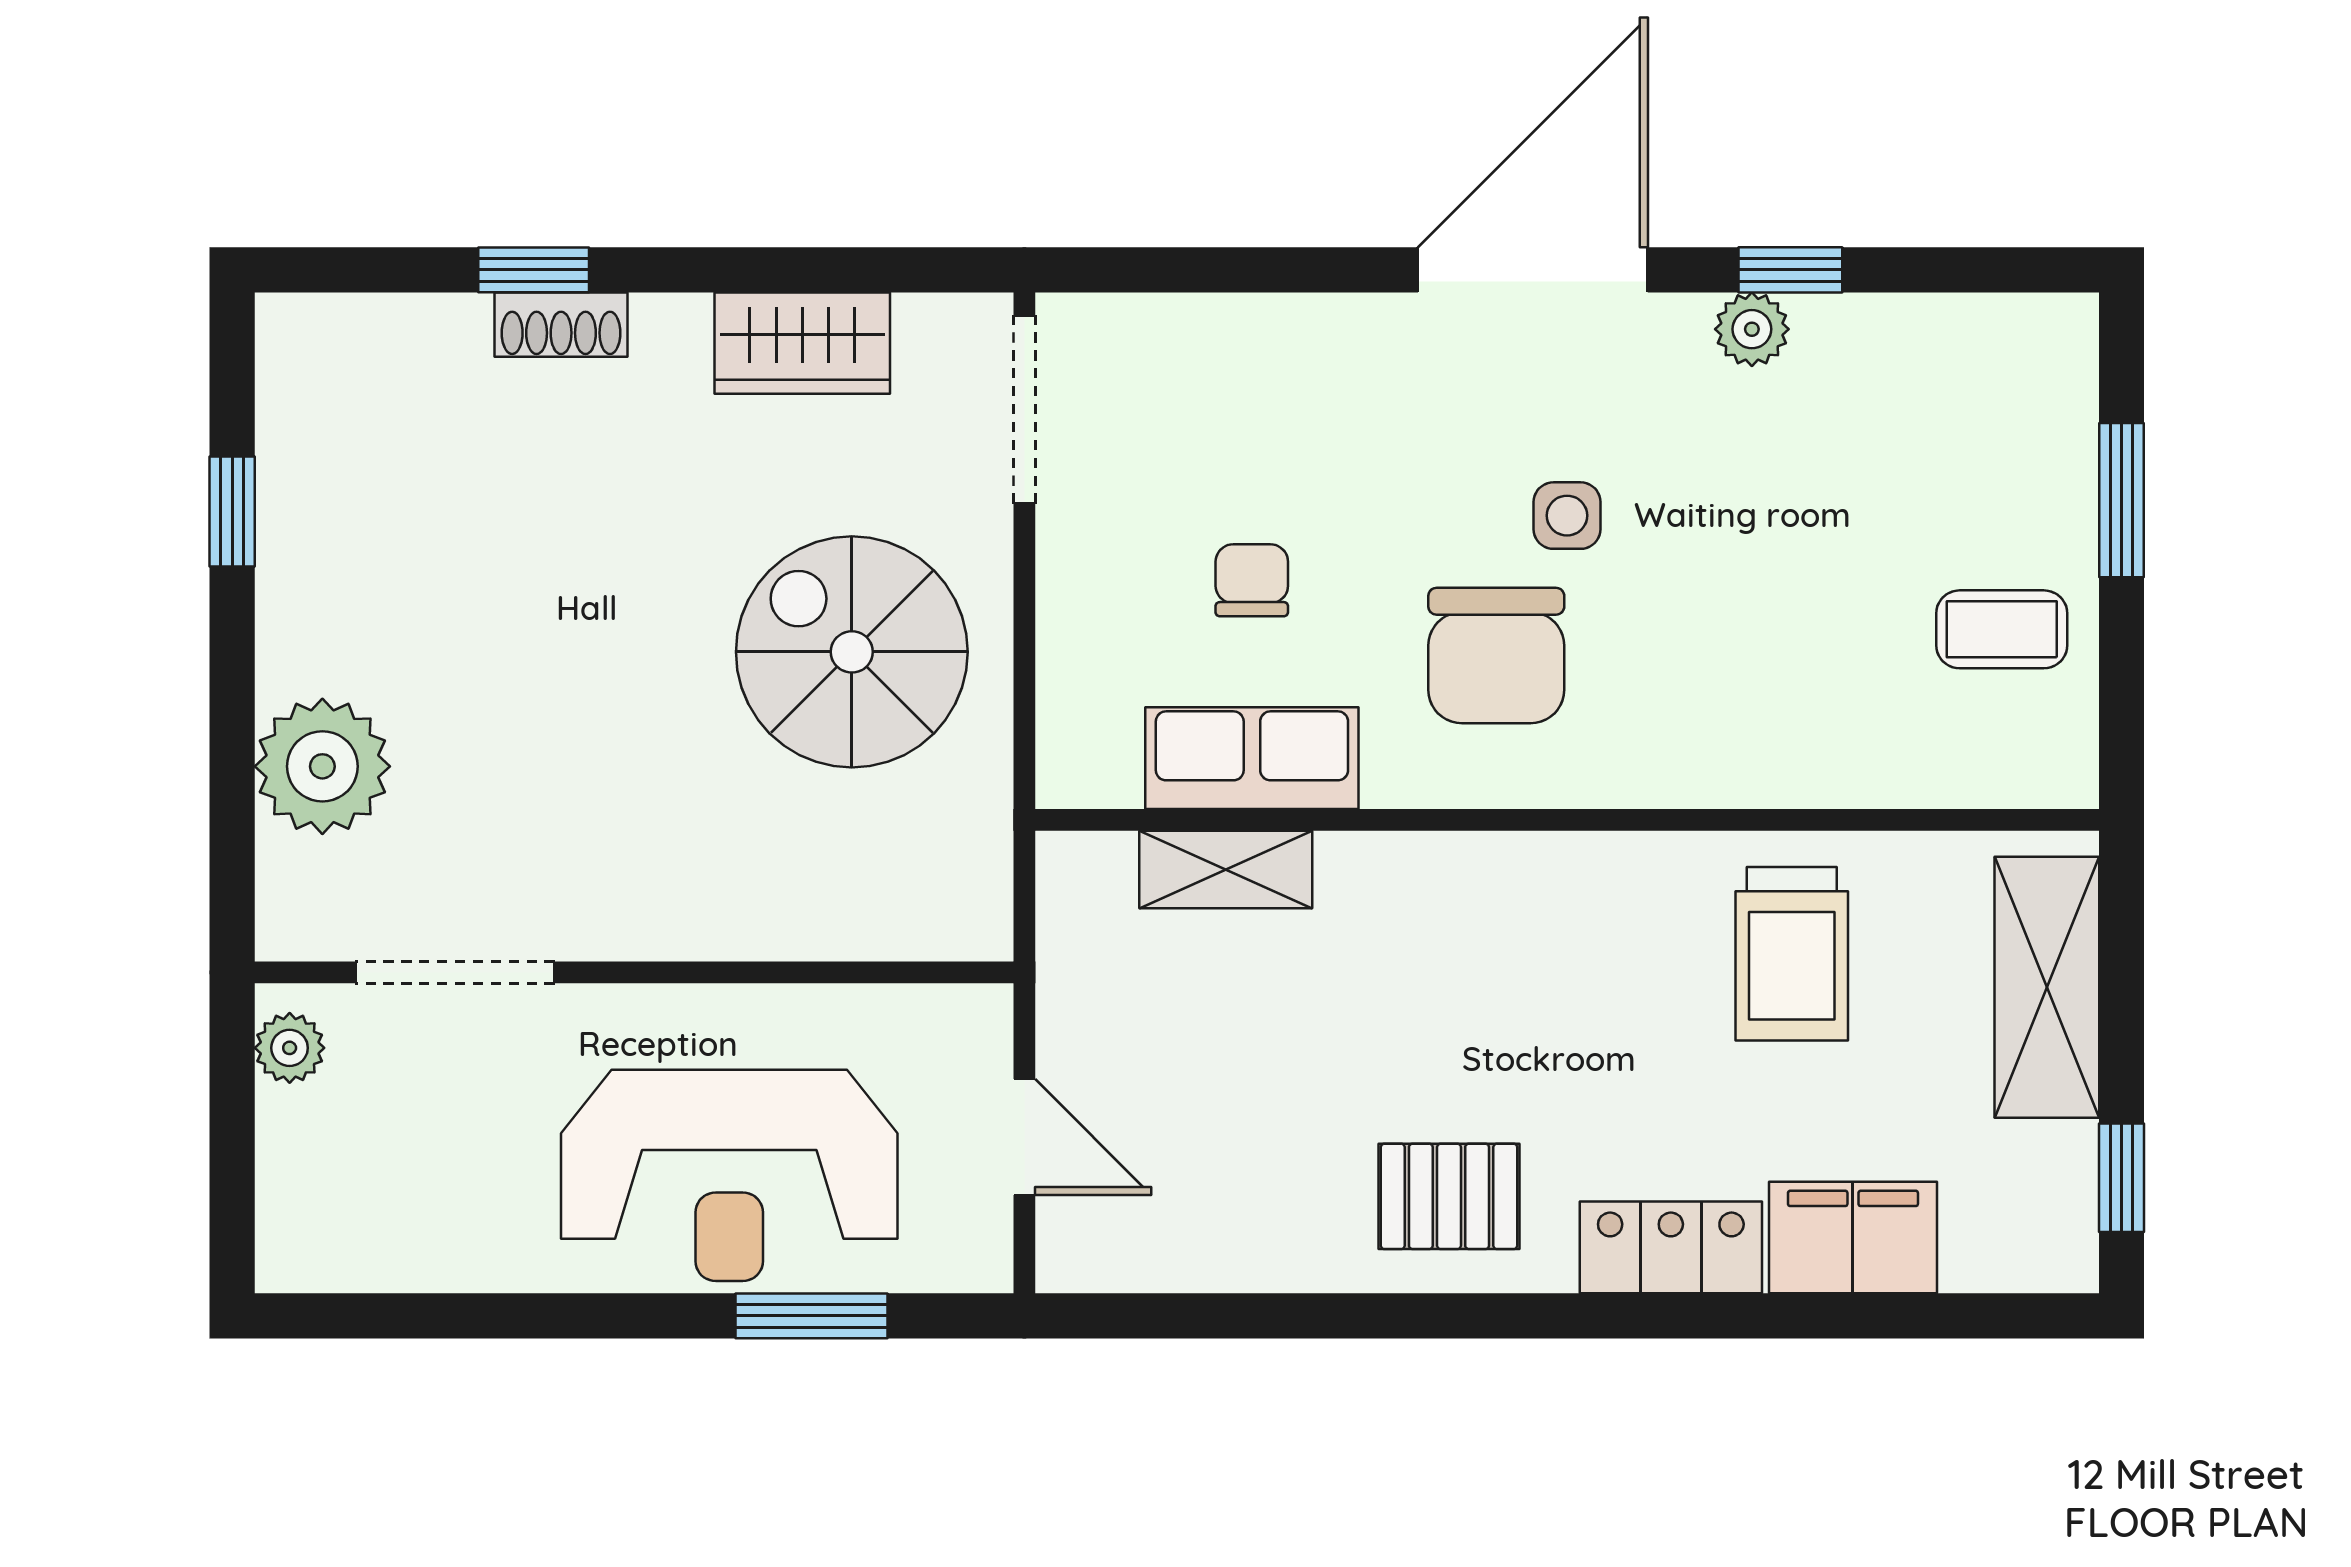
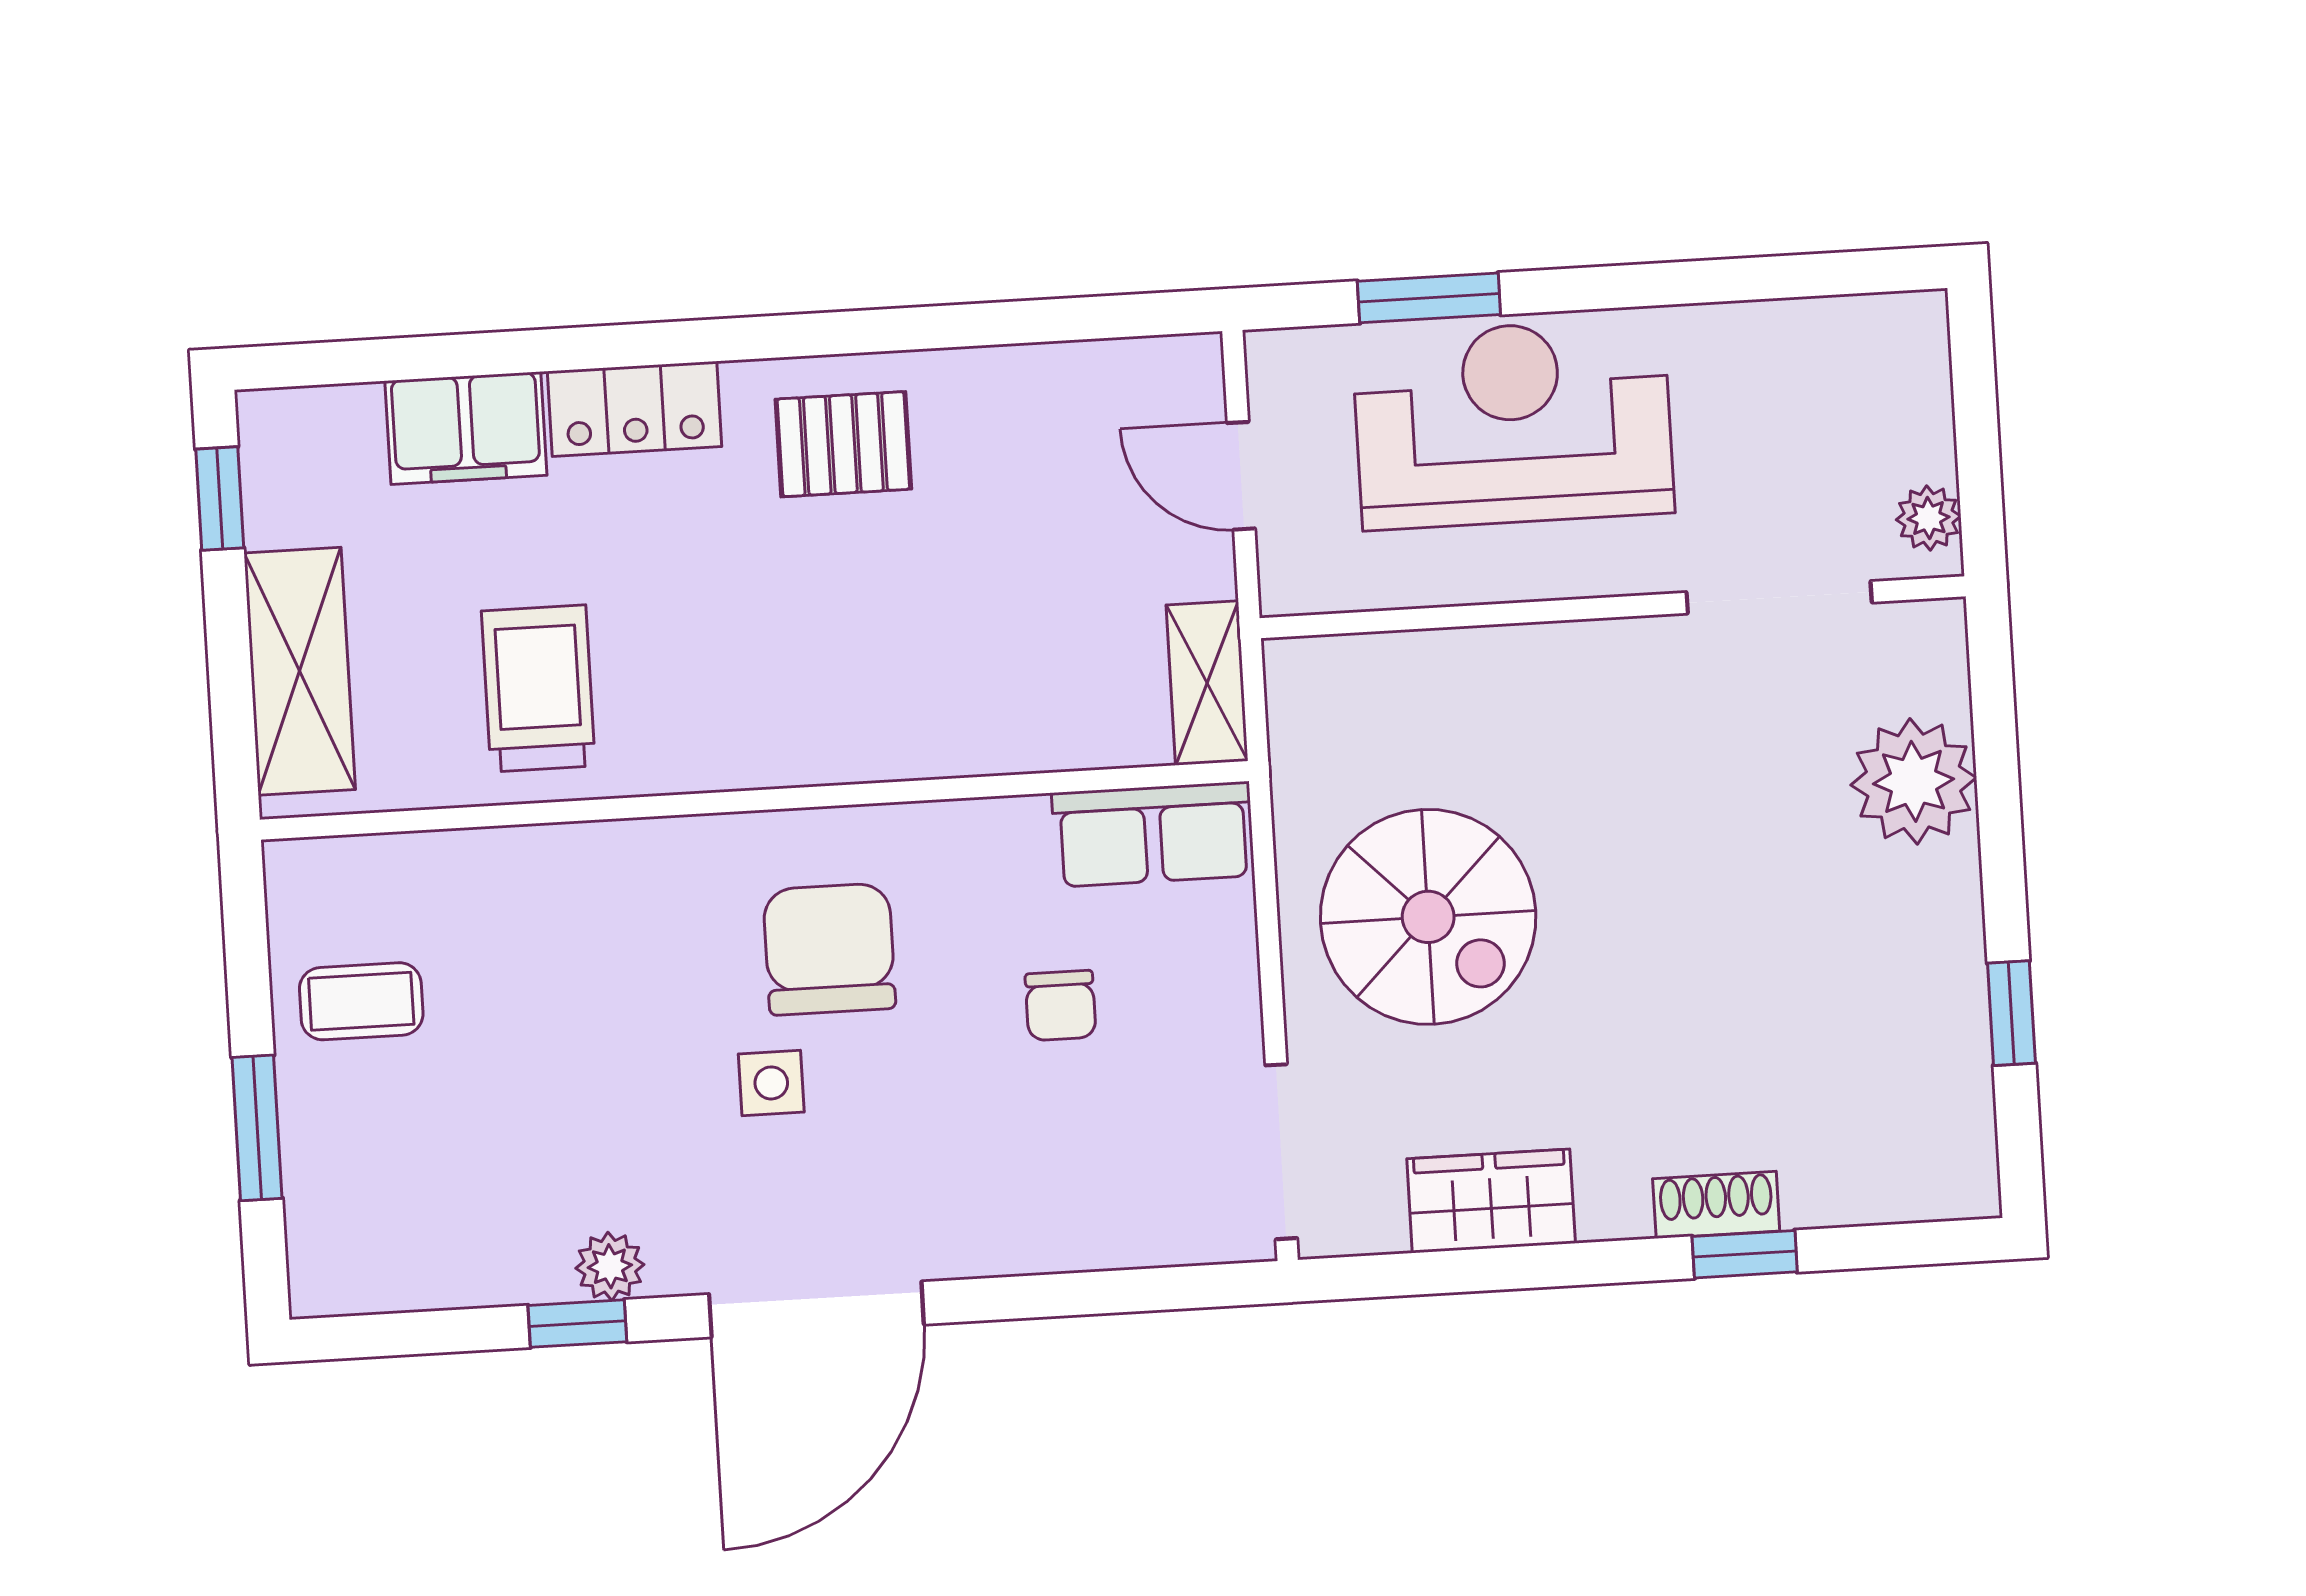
row of seats: (1252, 758) -> (1153, 834), moved
shelving: (1226, 869) -> (1207, 683), moved, turned 90

